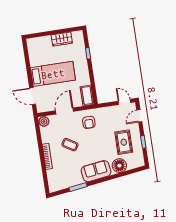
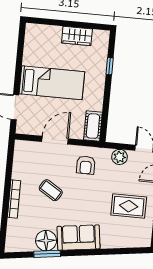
plant: (44, 121) -> (120, 157), moved
rug: (124, 142) -> (129, 206), turned 90
floor lamp: (119, 166) -> (46, 241), moved

